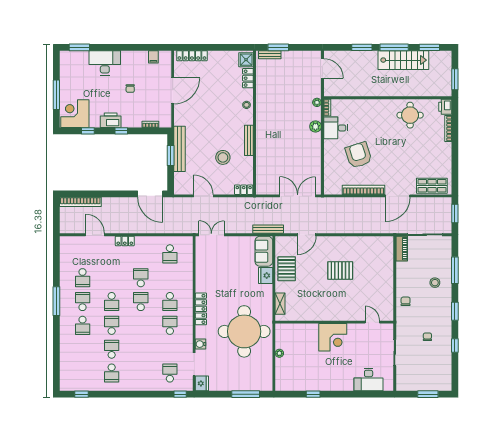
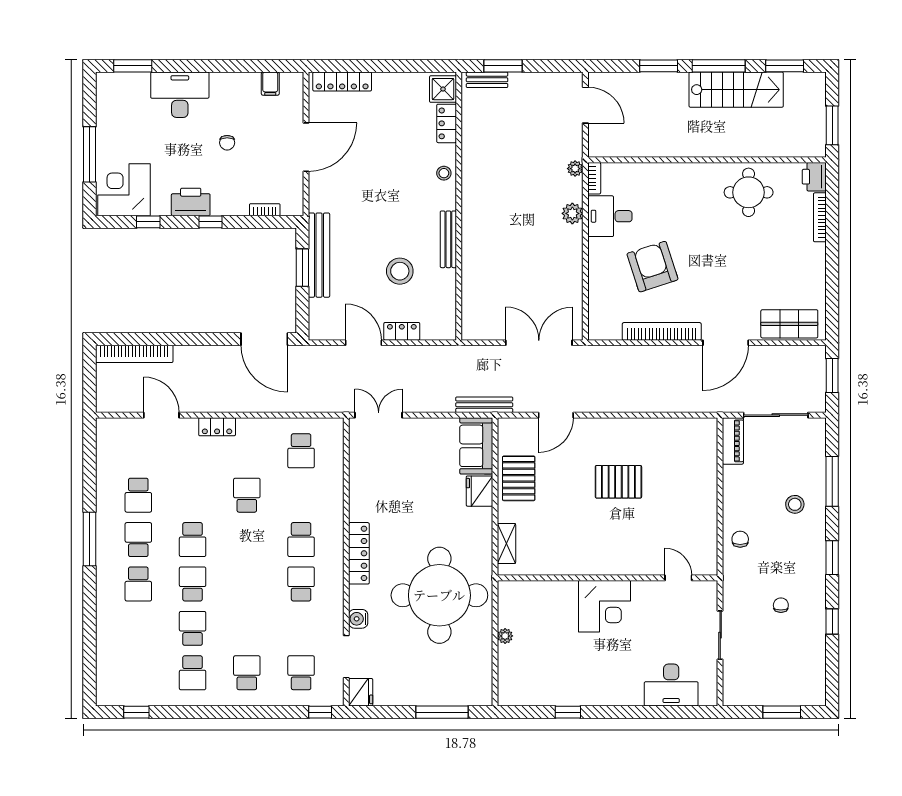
locker: (244, 190) -> (402, 331), moved
school desk: (141, 302) -> (247, 673), moved

